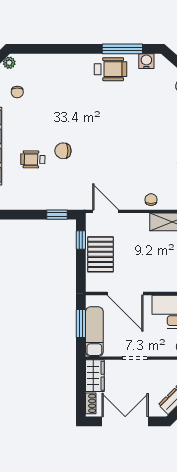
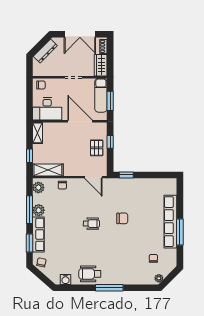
window: (122, 49) -> (109, 288), moved
wheelchair: (33, 159) -> (91, 224), moved
window: (81, 240) -> (110, 142), moved
pallet: (101, 254) -> (97, 148), width x0.67, depth x0.71

